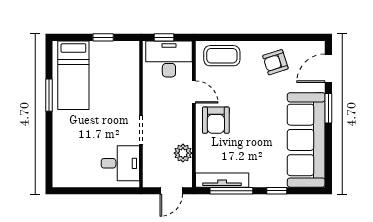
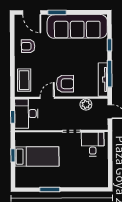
armchair: (275, 62) -> (28, 46), turned 108
bed: (73, 75) -> (37, 157), moved

